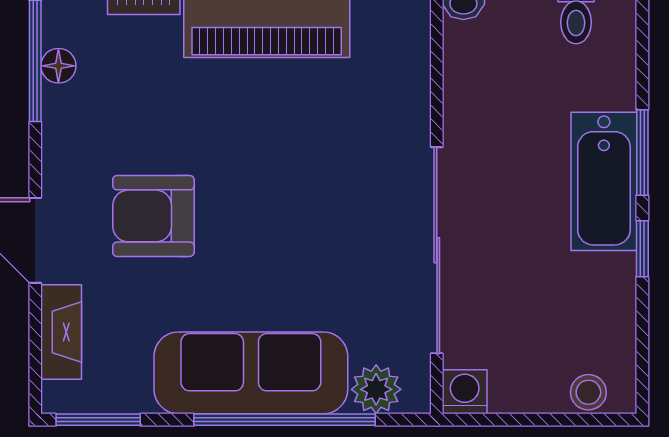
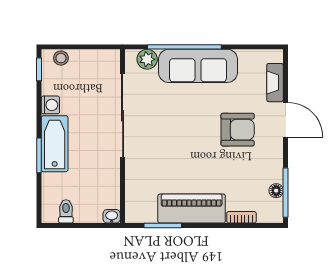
window: (642, 249) -> (39, 69), moved
washing machine: (465, 392) -> (50, 105), moved, turned -90
window: (98, 420) -> (260, 47), removed

